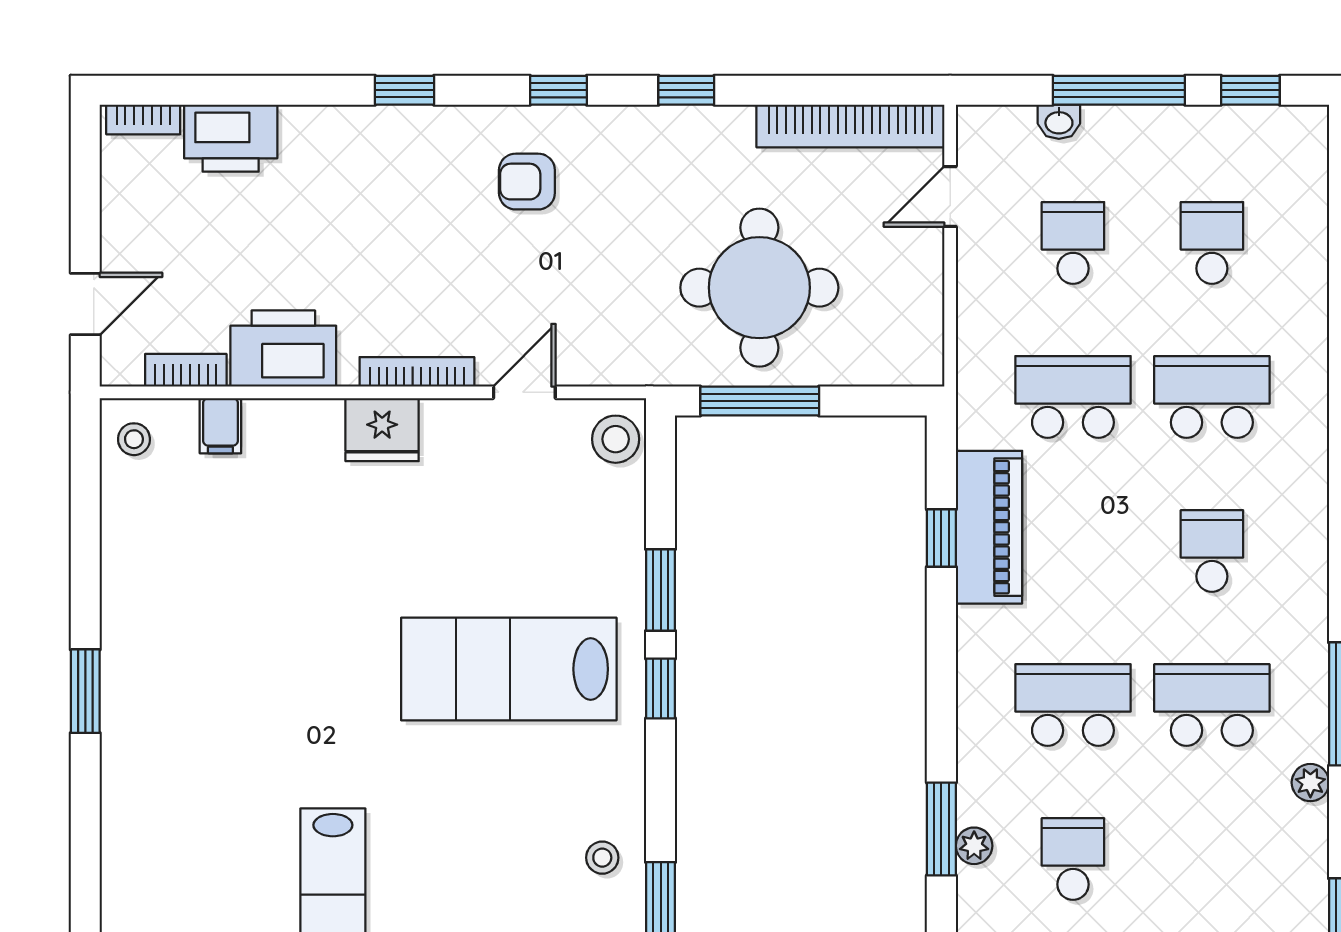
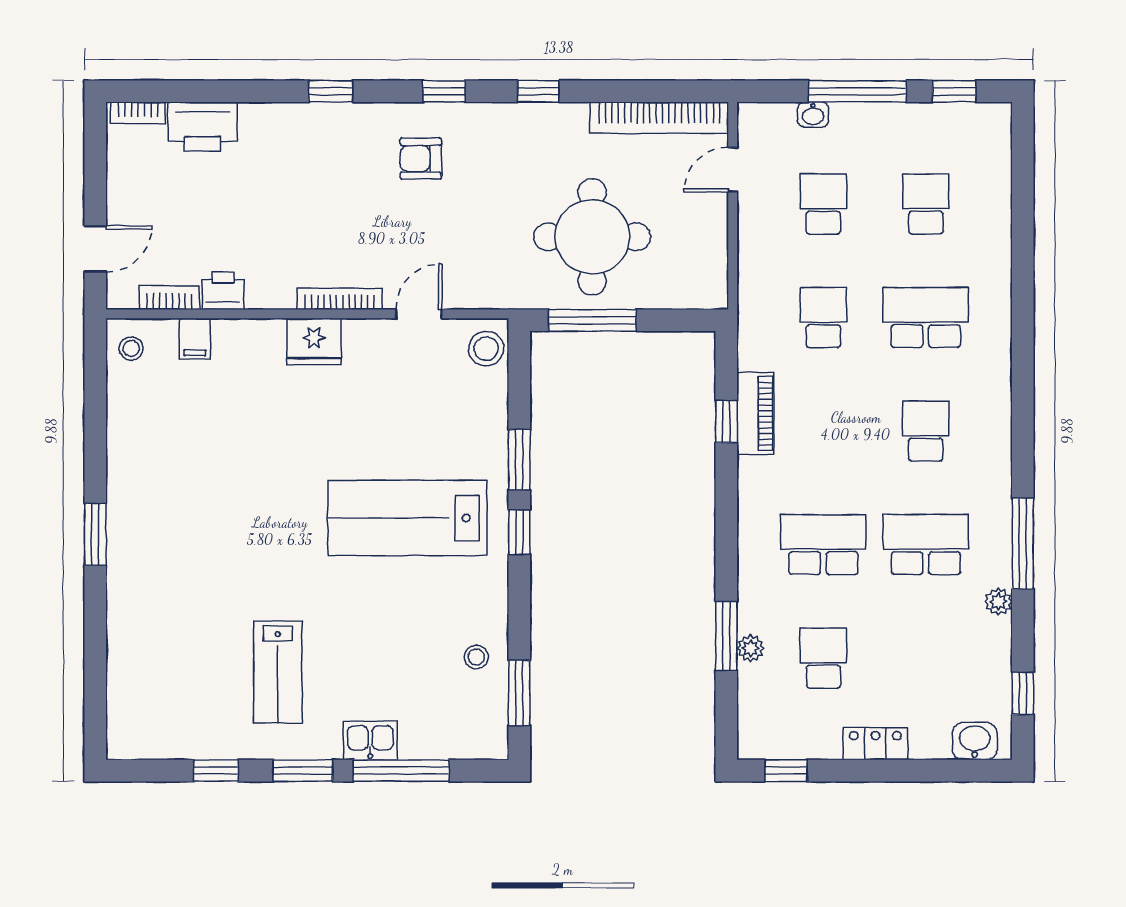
printer: (283, 349) -> (223, 291), width x0.53, depth x0.68
school desk: (1073, 397) -> (823, 317), width x0.54
piano: (989, 527) -> (755, 413), width x0.73, depth x0.75

